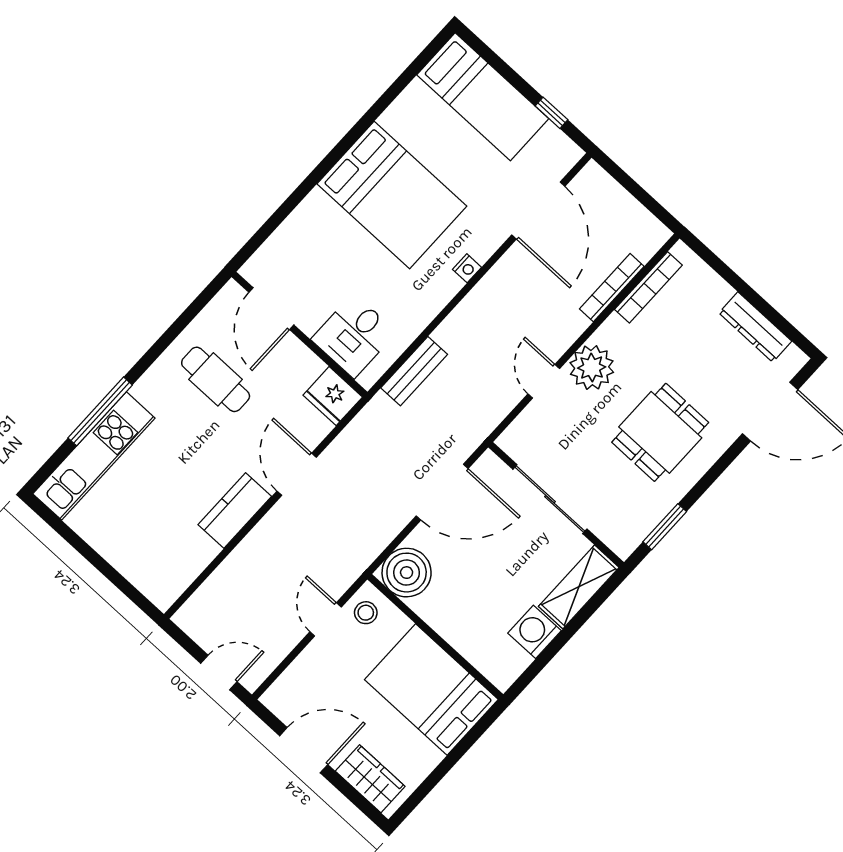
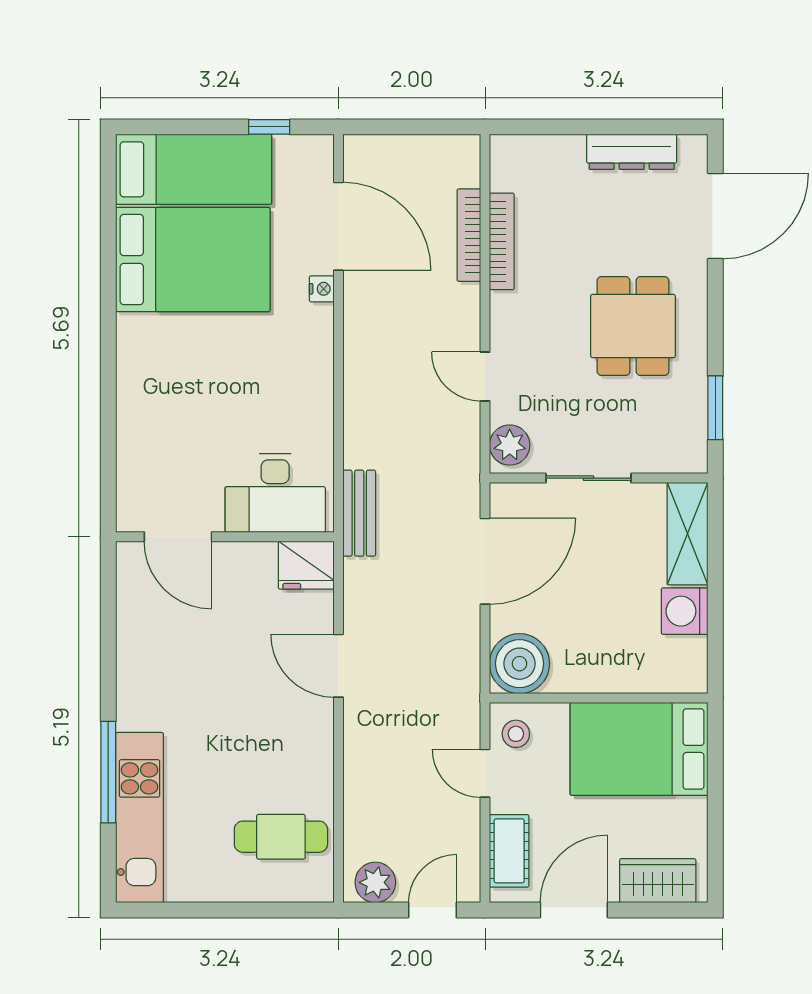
bed: (392, 195) -> (193, 260), moved
nightstand: (467, 268) -> (322, 289), moved
bookcase: (648, 287) -> (502, 241), moved
desk: (354, 336) -> (275, 493), width x1.37
plant: (592, 368) -> (510, 445), moved, width x0.73, depth x0.73
bench: (414, 371) -> (359, 513), moved
cafe table: (216, 379) -> (281, 837), moved
sliding door: (550, 499) -> (588, 478), width x0.73
kitchen counter: (235, 510) -> (312, 750), removed
plant: (200, 624) -> (375, 882), added
cot: (297, 679) -> (509, 851), added

